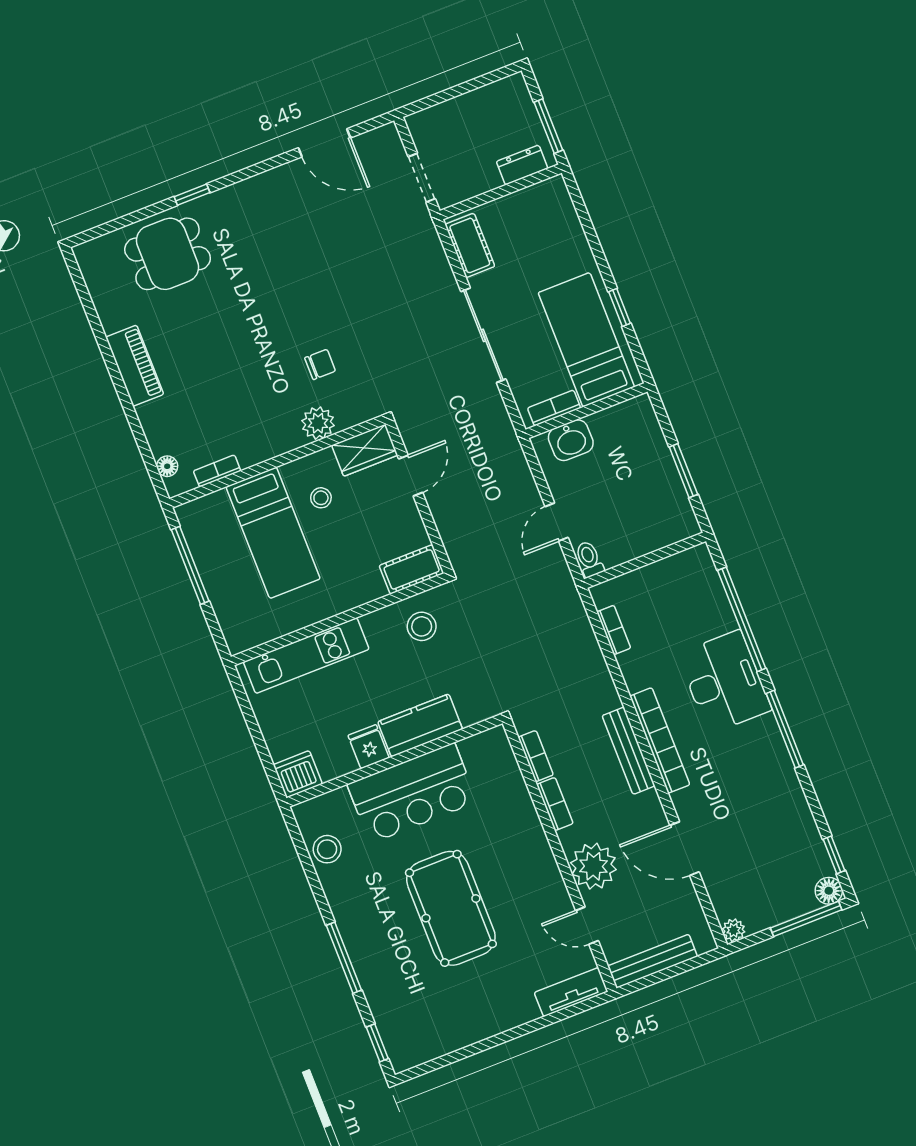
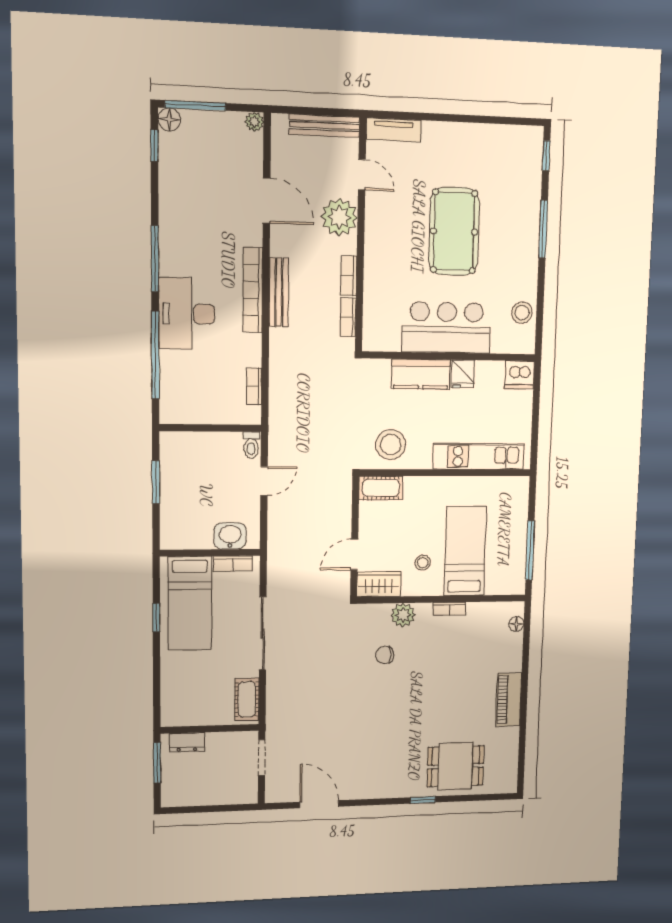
bookcase: (217, 471) -> (449, 609), moved
stool: (422, 626) -> (391, 445), width x1.38, depth x1.38

